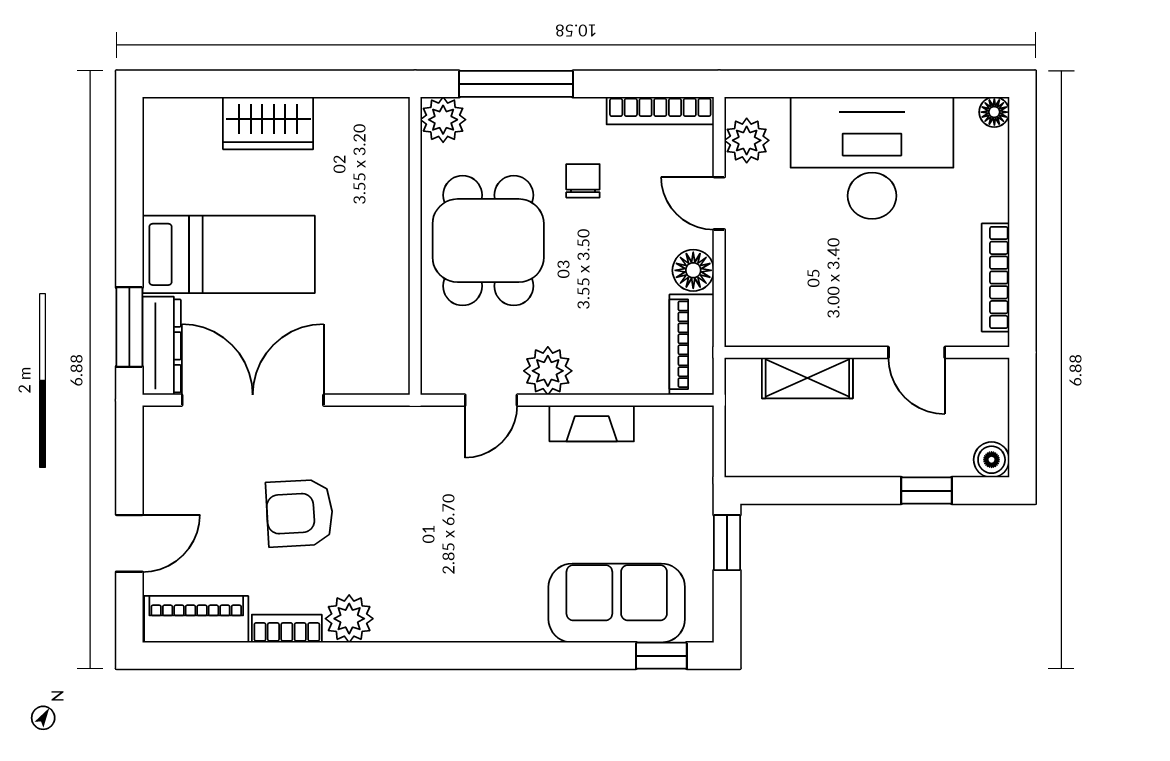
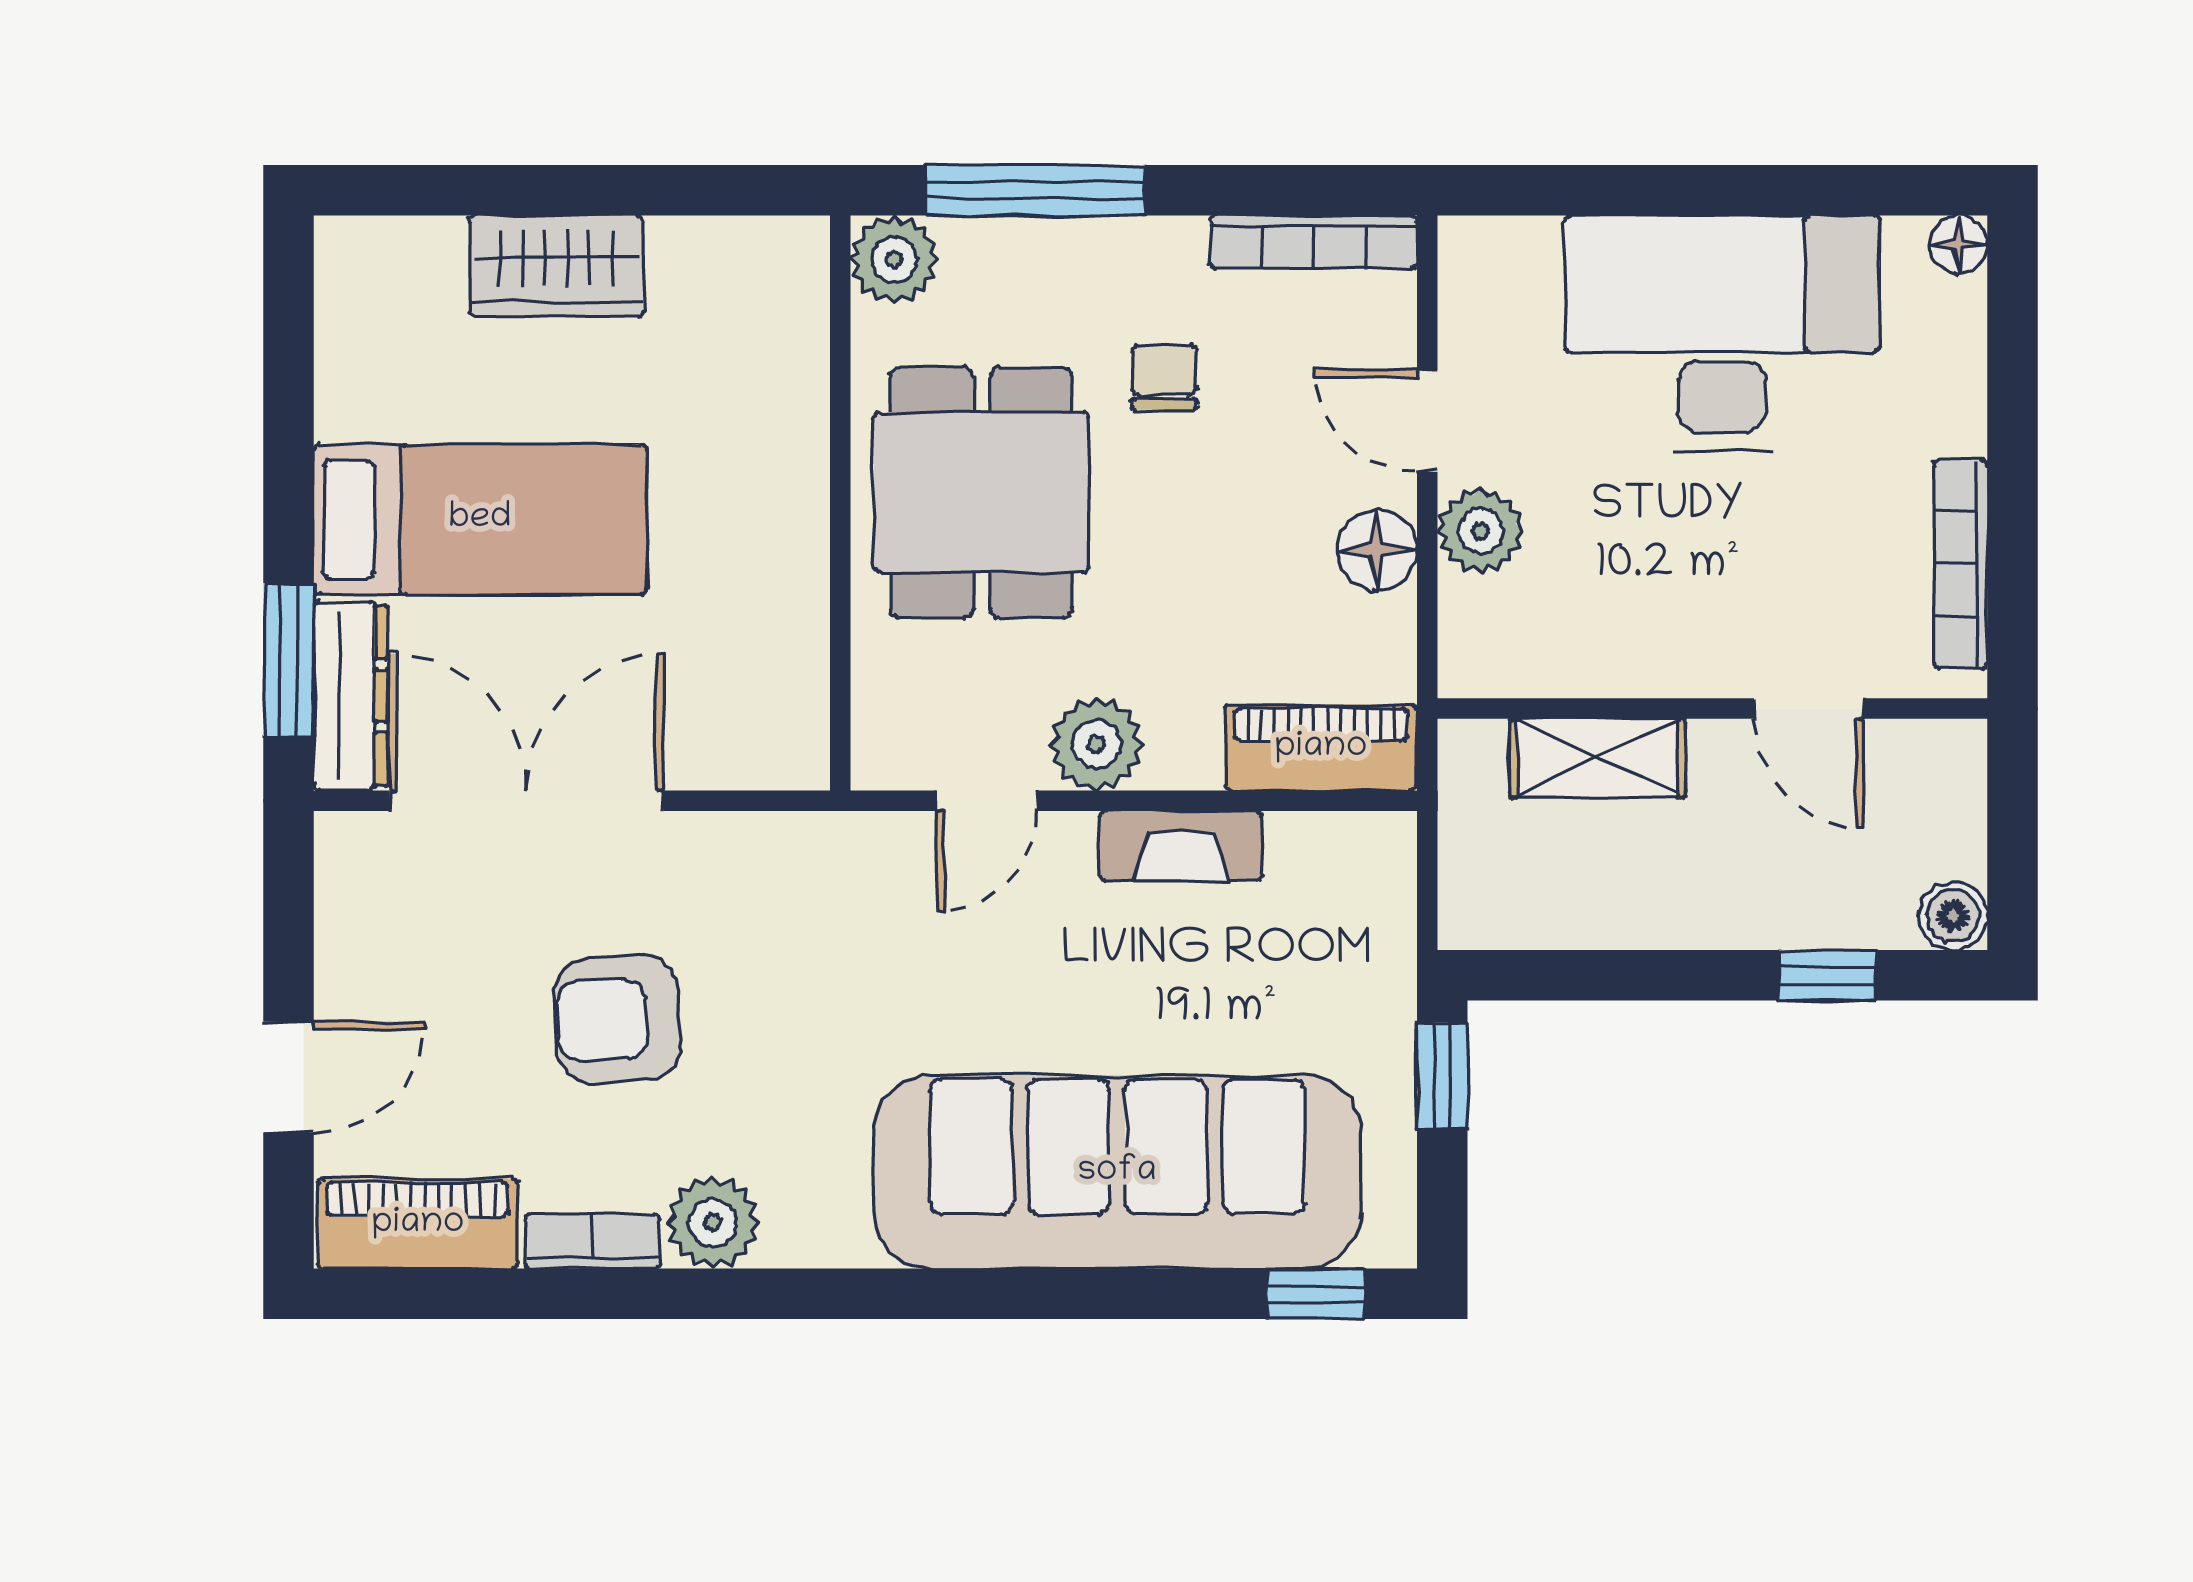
plant: (747, 140) -> (1480, 531), moved
piano: (692, 344) -> (1321, 748), moved, turned 90
sofa: (617, 603) -> (1117, 1172), width x1.85, depth x1.27

